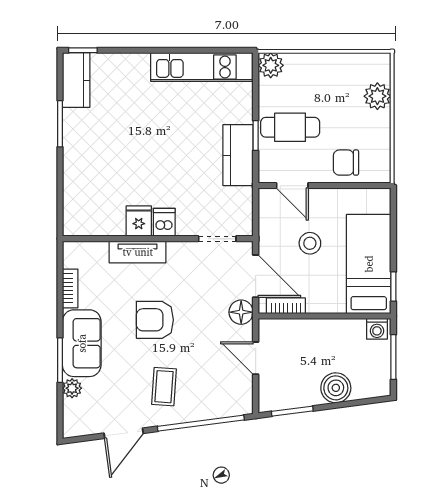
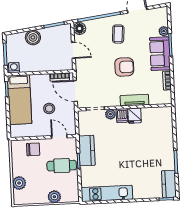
plant: (271, 65) -> (54, 197), moved
plant: (187, 226) -> (110, 114), added
floor lamp: (241, 312) -> (80, 29), moved

